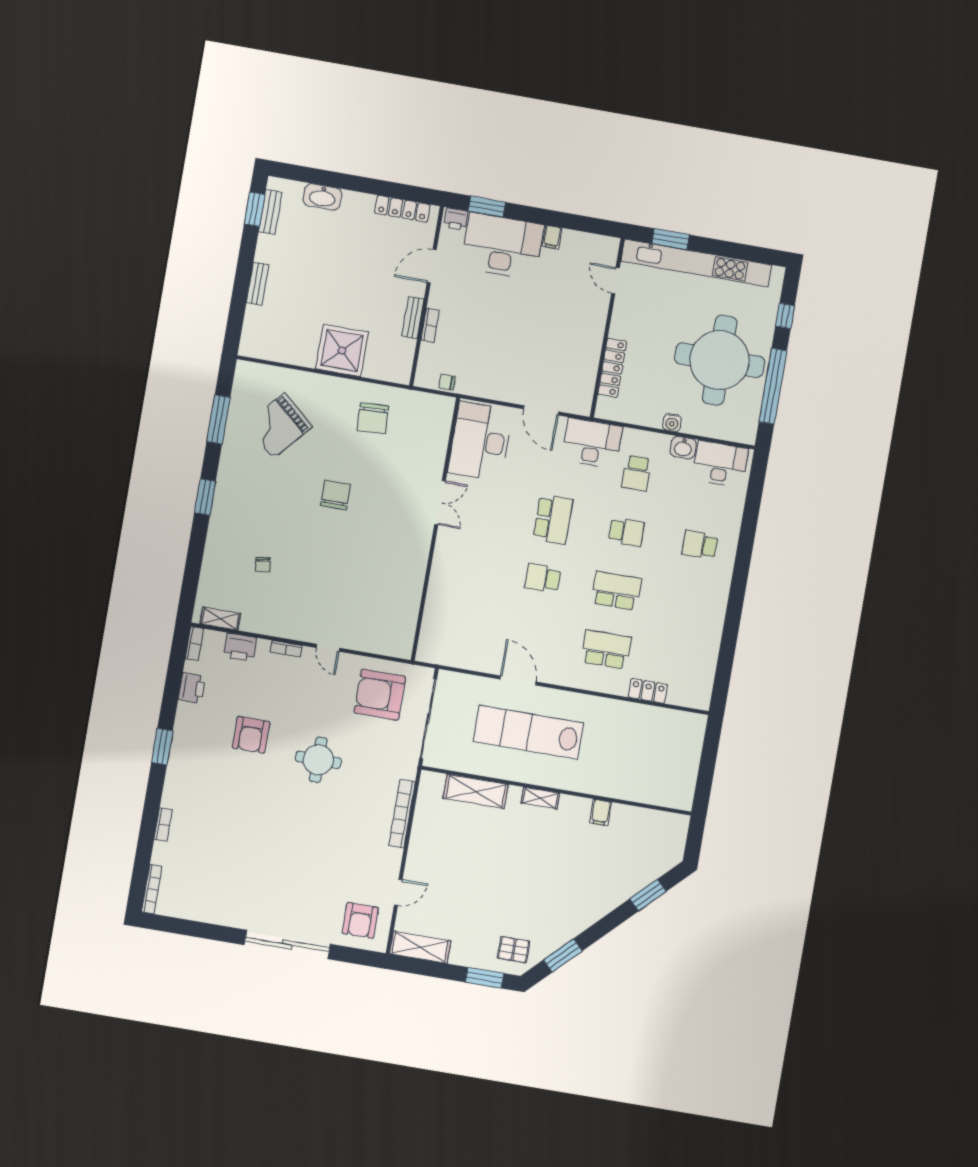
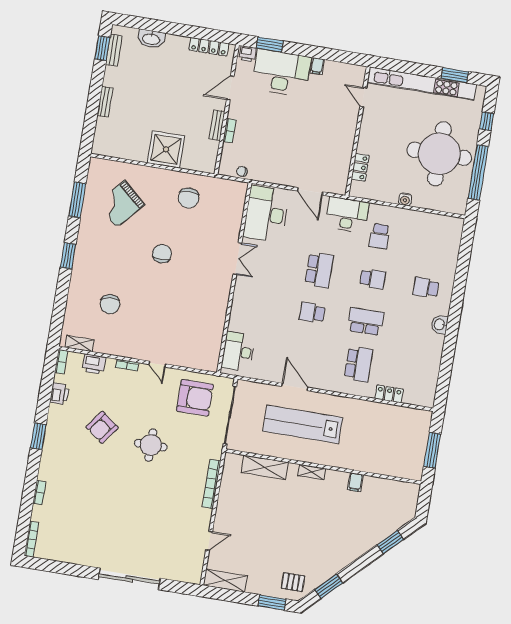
window: (671, 239) -> (455, 75), moved
locker: (612, 368) -> (360, 167), width x0.66
washbasin: (683, 448) -> (440, 325), moved, turned 90
desk: (720, 464) -> (238, 352), moved, turned -90
chair: (263, 565) -> (110, 304), width x1.87, depth x1.87
school desk: (606, 650) -> (359, 364), turned 90
armchair: (380, 695) -> (195, 398), turned 180
armchair: (251, 735) -> (102, 427), turned 37
window: (707, 769) -> (432, 450), added
armchair: (360, 920) -> (182, 561), removed

